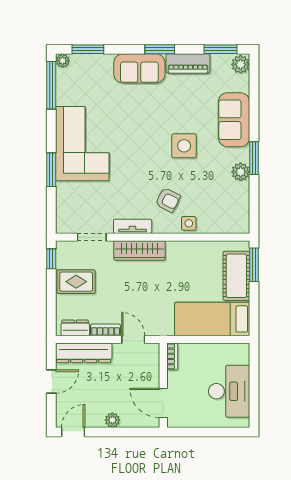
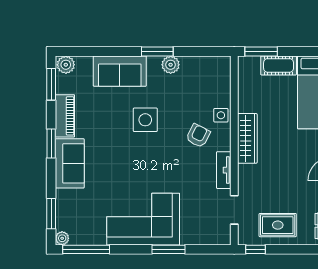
wardrobe: (139, 251) -> (247, 138), moved
cot: (236, 276) -> (279, 65), width x0.73, depth x0.75
rug: (76, 282) -> (278, 225), turned 90

